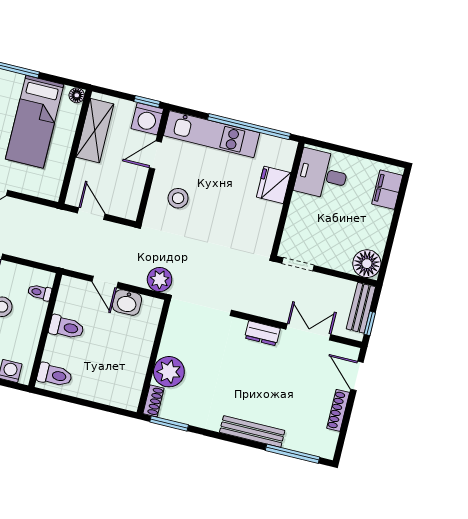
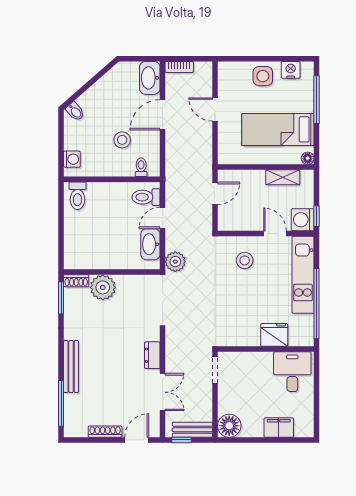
shelving: (95, 131) -> (283, 177), width x0.67, depth x0.75
filing cabinet: (387, 190) -> (279, 428), moved
washbasin: (127, 302) -> (150, 244), width x1.38
toilet: (66, 327) -> (146, 197), moved, turned 90

